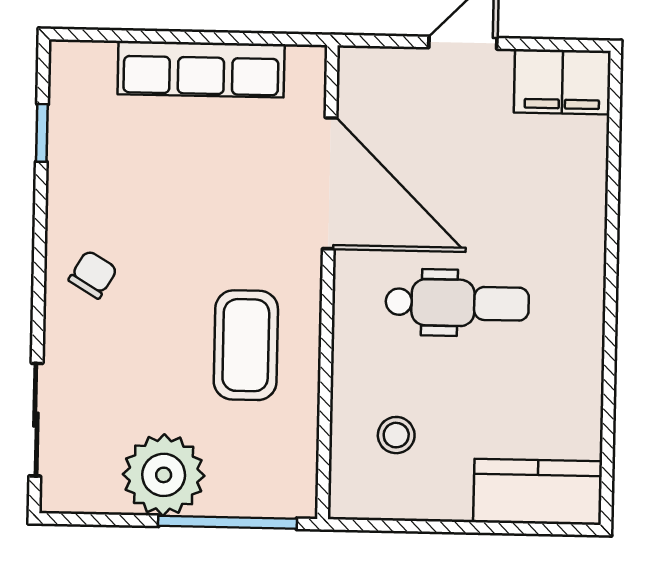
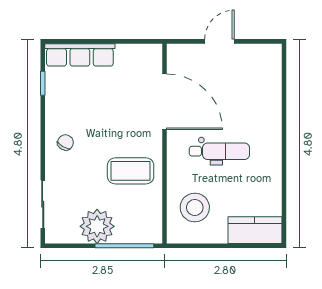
row of seats: (201, 69) -> (80, 55), moved
filing cabinet: (562, 82) -> (262, 57), removed
coffee table: (246, 345) -> (131, 171), turned 90
stool: (396, 435) -> (195, 207), width x1.89, depth x1.89

